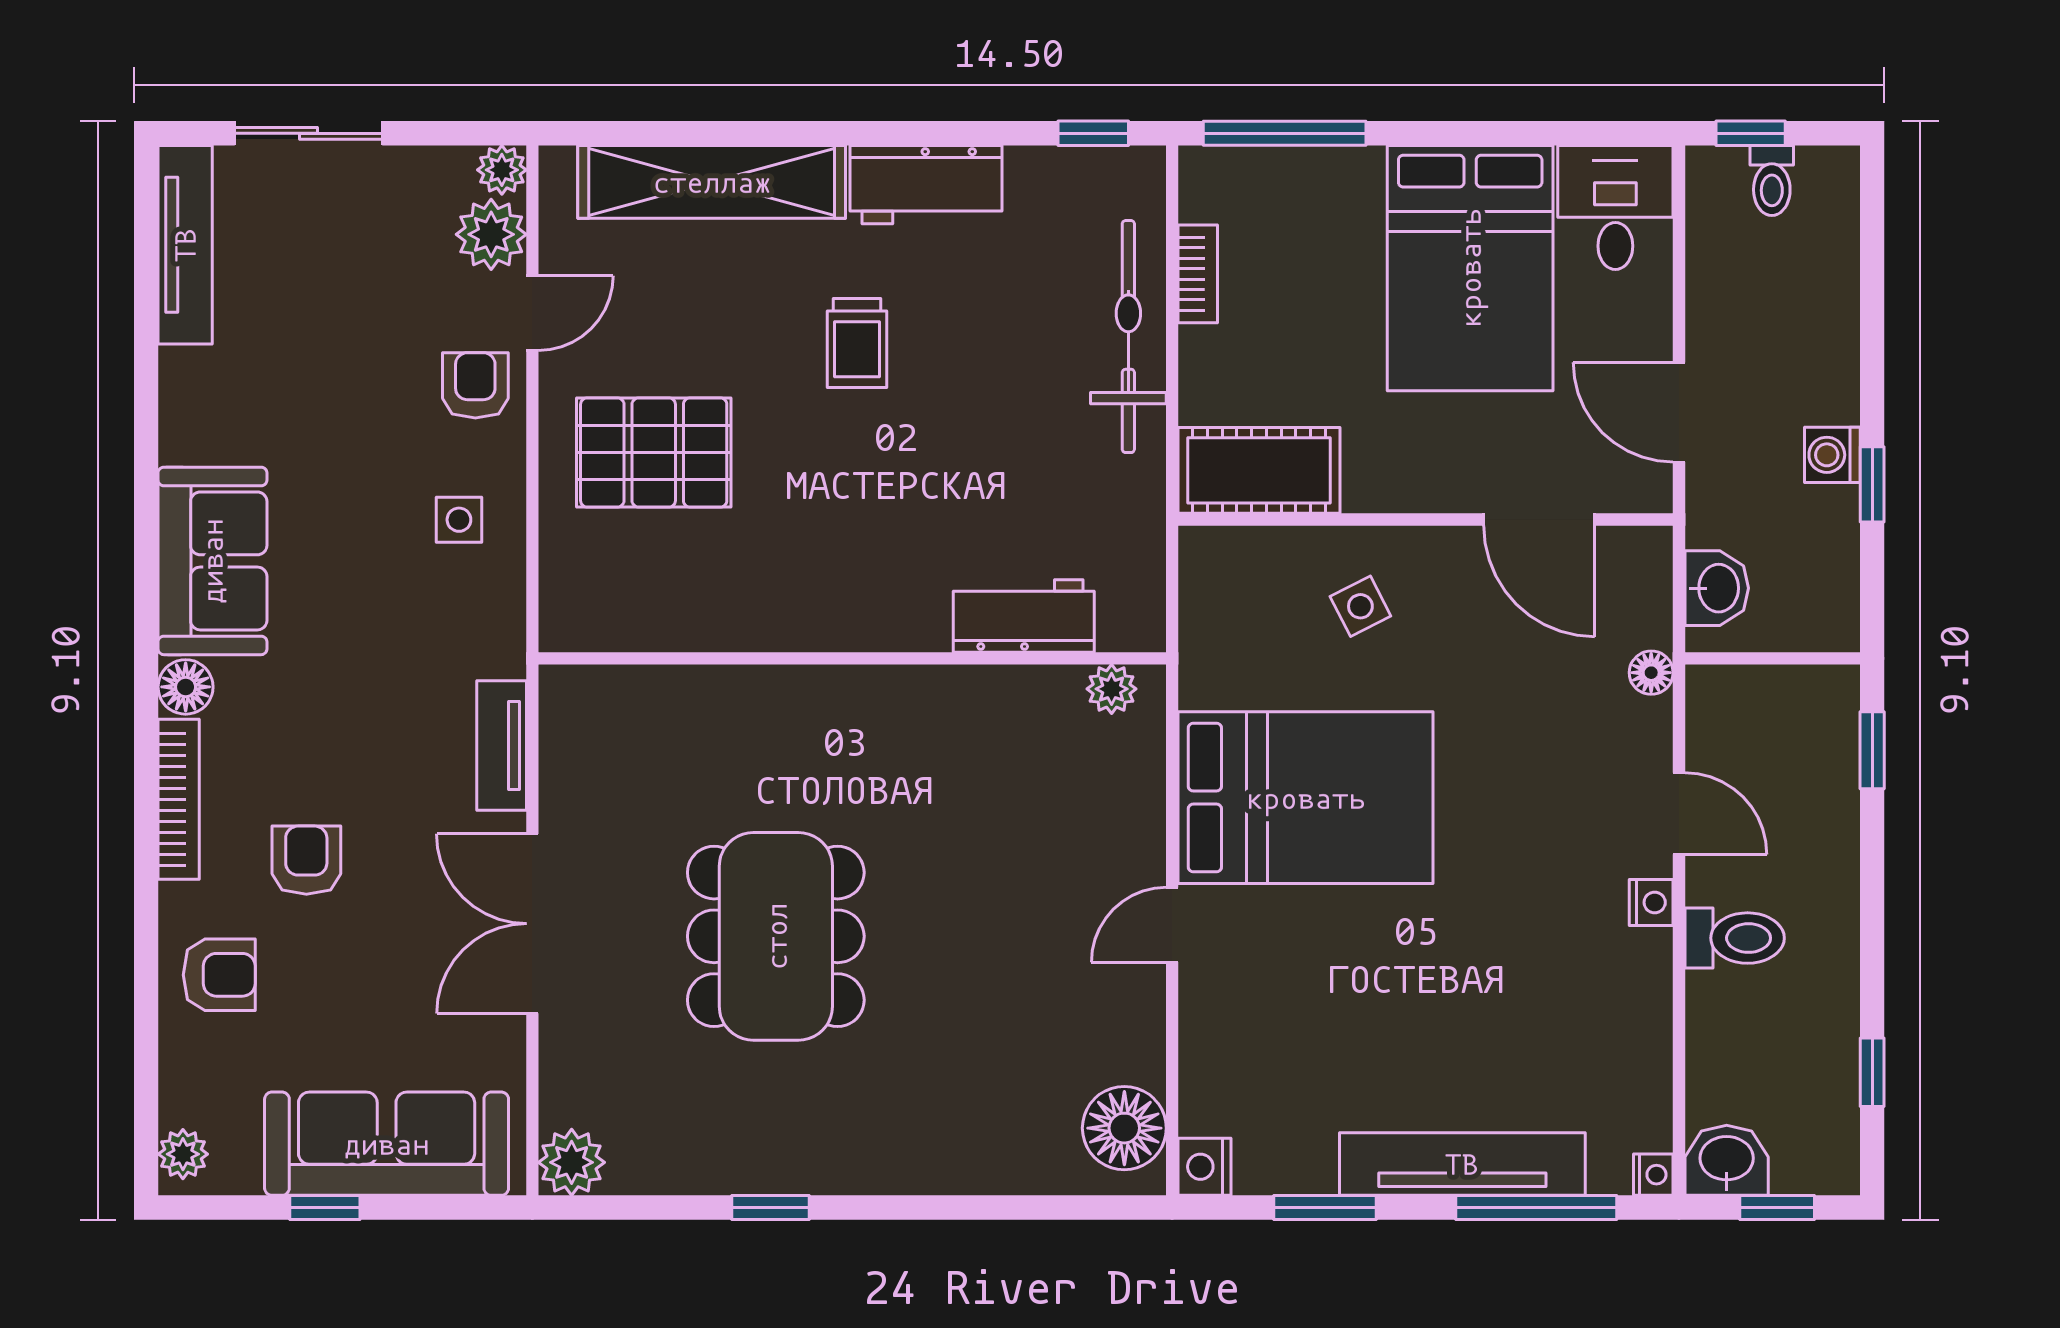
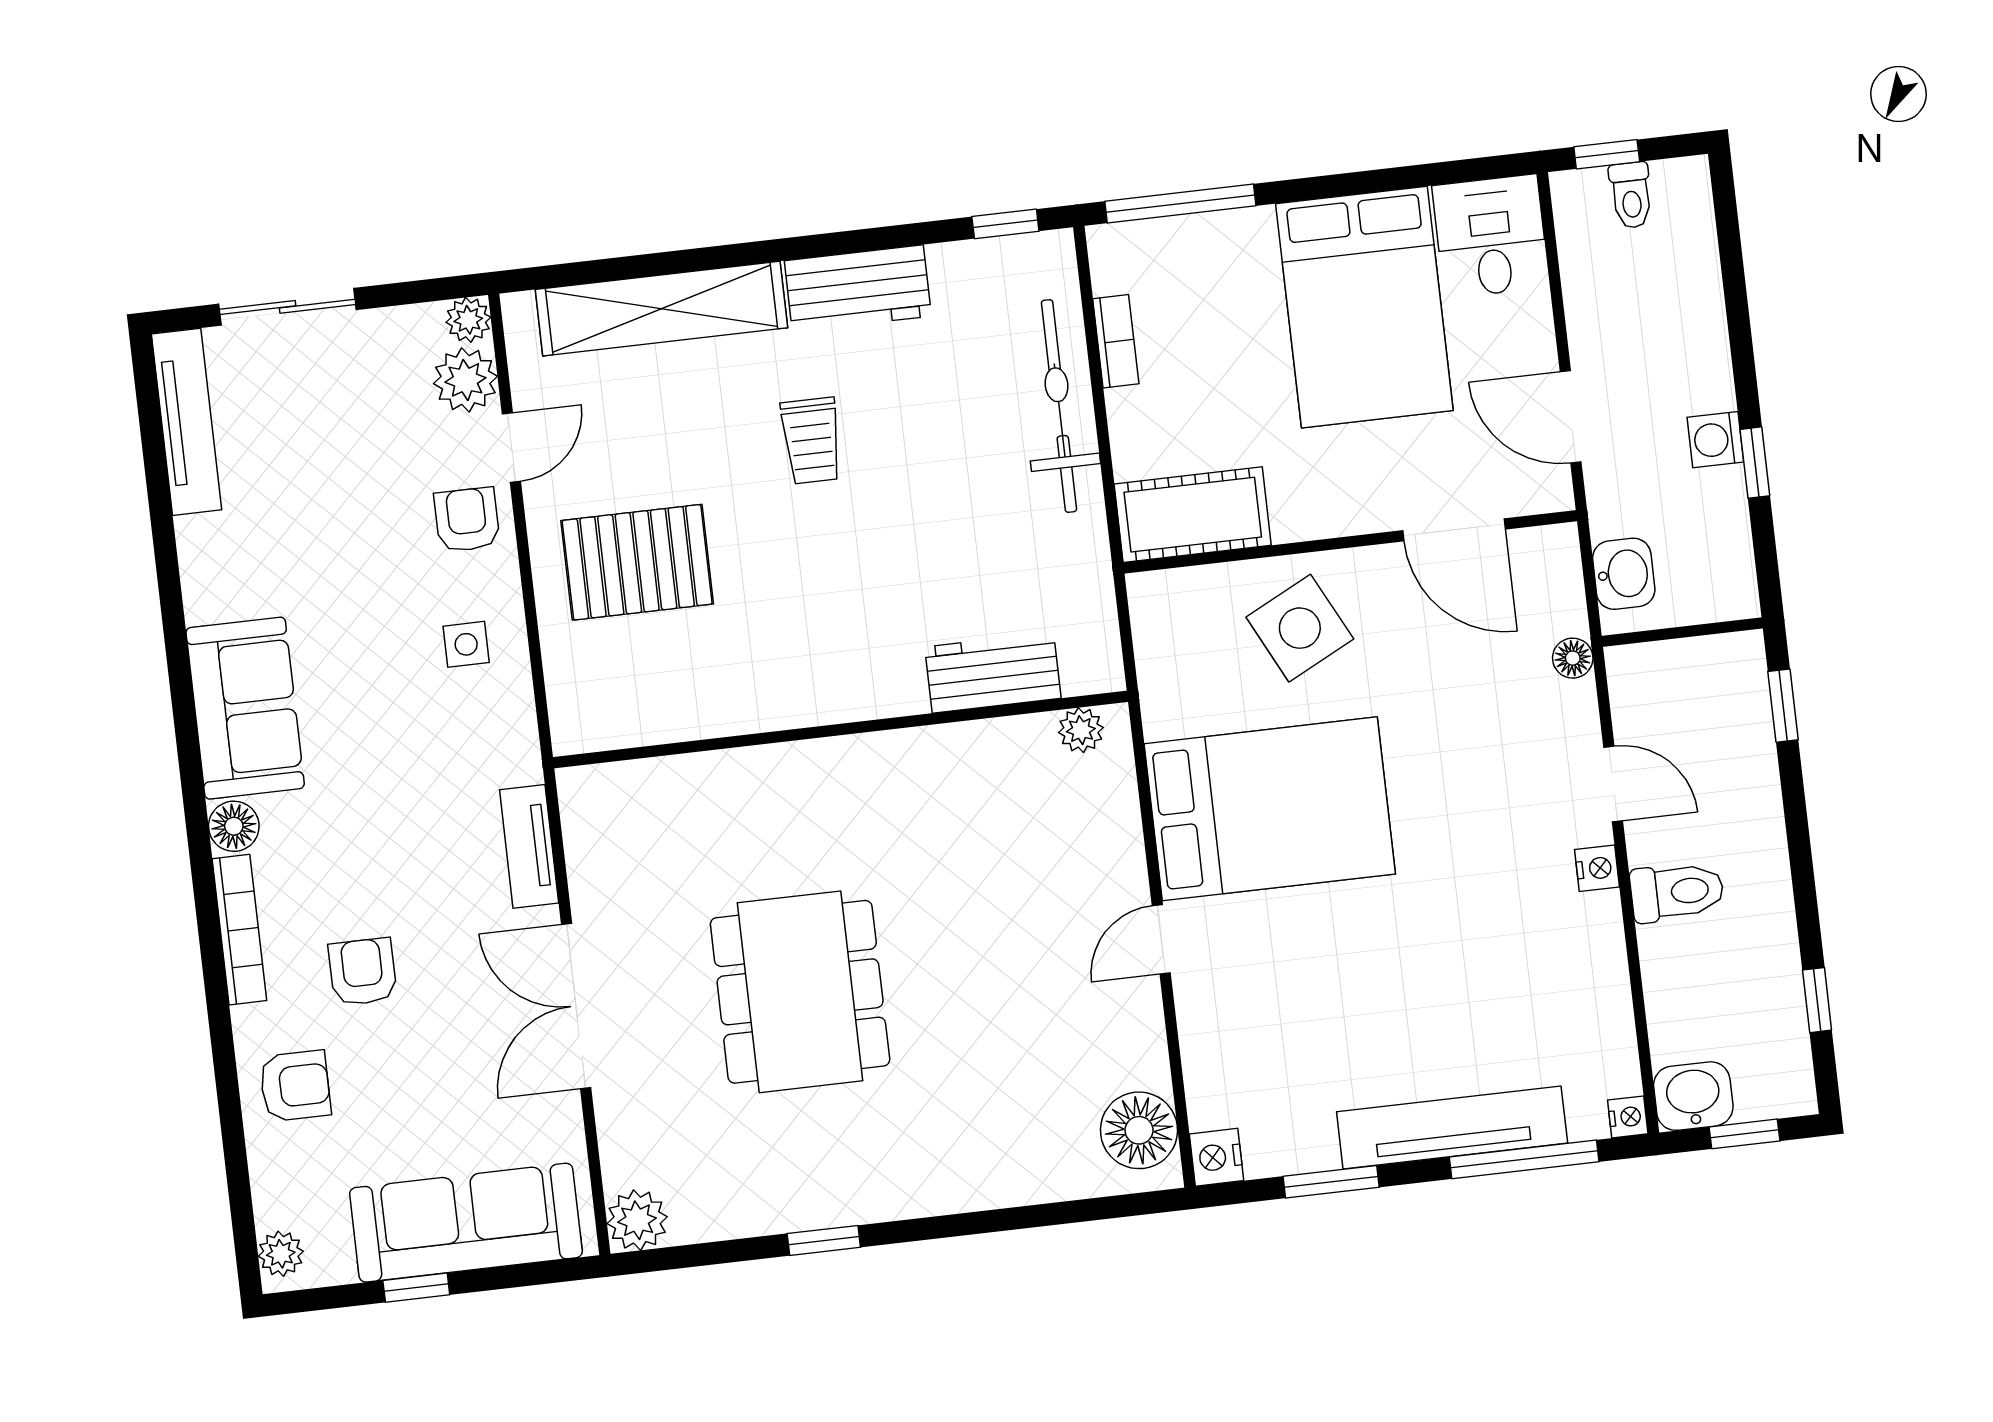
side table: (1360, 606) -> (1300, 628), width x1.87, depth x1.87

